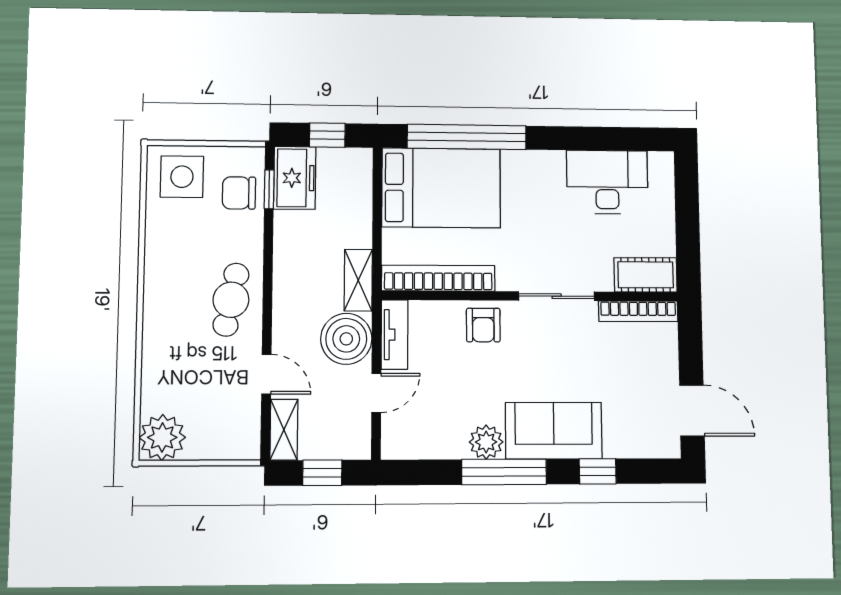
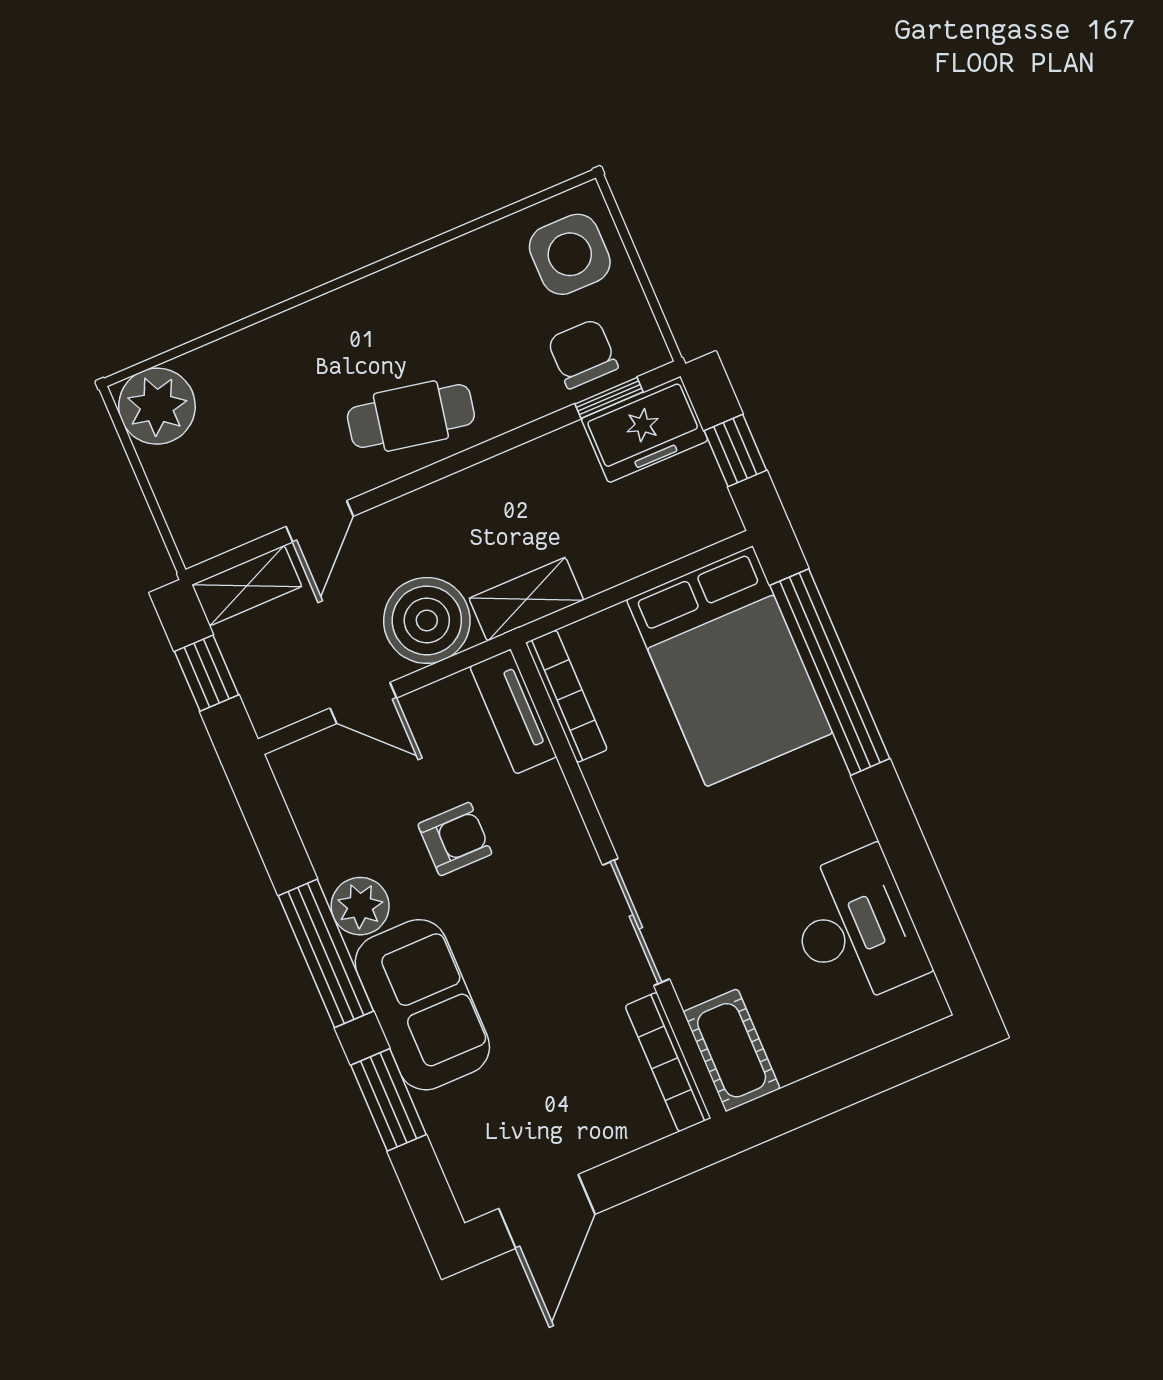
bookcase: (438, 278) -> (567, 696), width x0.68, depth x0.76
armchair: (483, 325) -> (455, 839), moved, turned 180
tv unit: (394, 335) -> (513, 712), moved, turned 90
window: (598, 471) -> (388, 1100), width x1.50

